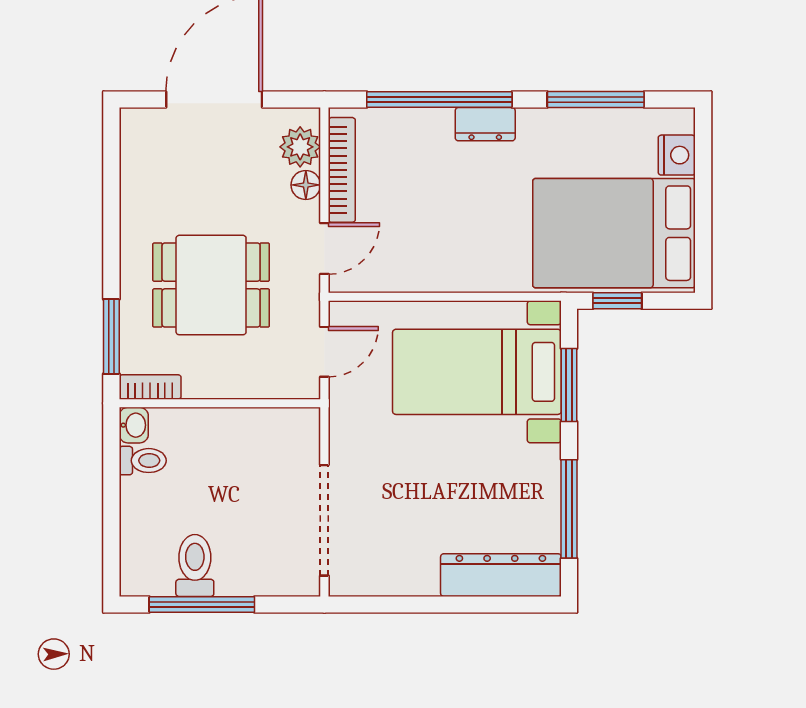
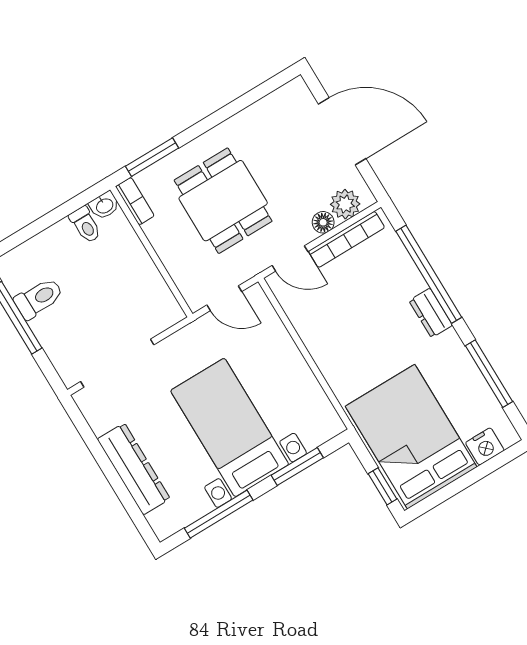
window: (617, 301) -> (383, 486), moved
bed with nightstands: (477, 372) -> (230, 428), moved
dresser: (501, 575) -> (134, 469), moved

